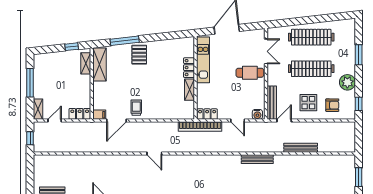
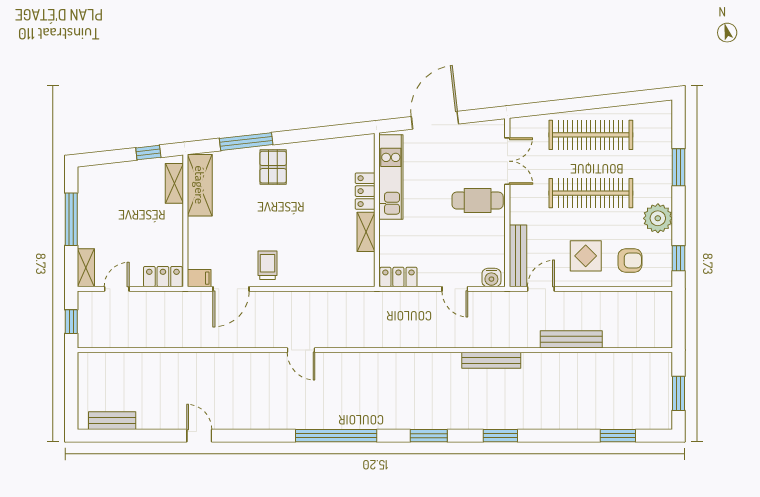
bookcase: (200, 127) -> (385, 300), removed

